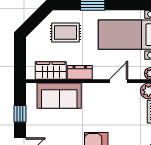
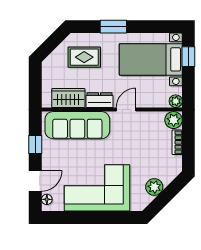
door: (119, 81) -> (126, 110), moved
sofa: (59, 96) -> (77, 125), width x1.36

